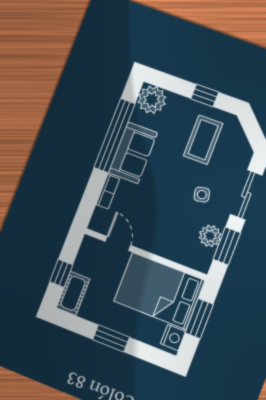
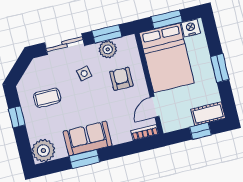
window: (114, 136) -> (85, 159), width x0.47
coffee table: (203, 140) -> (47, 98), width x0.73, depth x0.77
bookcase: (108, 192) -> (145, 133), moved
armchair: (170, 229) -> (121, 79), added

